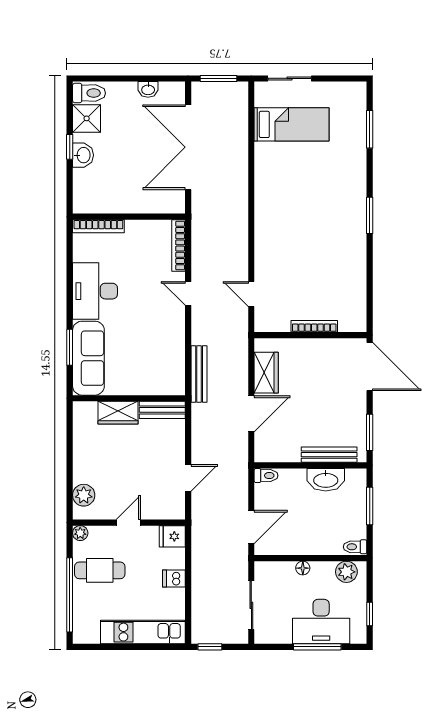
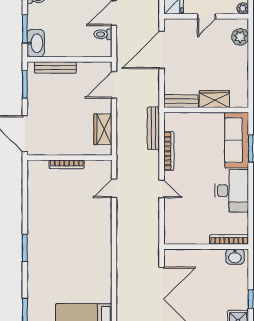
washbasin: (83, 155) -> (235, 257), moved, turned -90
bookcase: (179, 245) -> (169, 151), moved
door: (251, 294) -> (114, 188), swing flipped
door: (251, 414) -> (114, 85), moved
toilet: (266, 476) -> (103, 34), moved
door: (188, 478) -> (162, 50), width x1.87
washbasin: (326, 480) -> (36, 43), moved, turned 90

